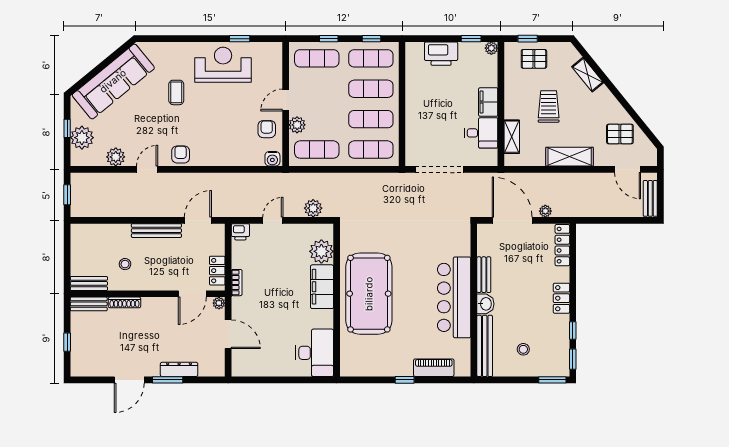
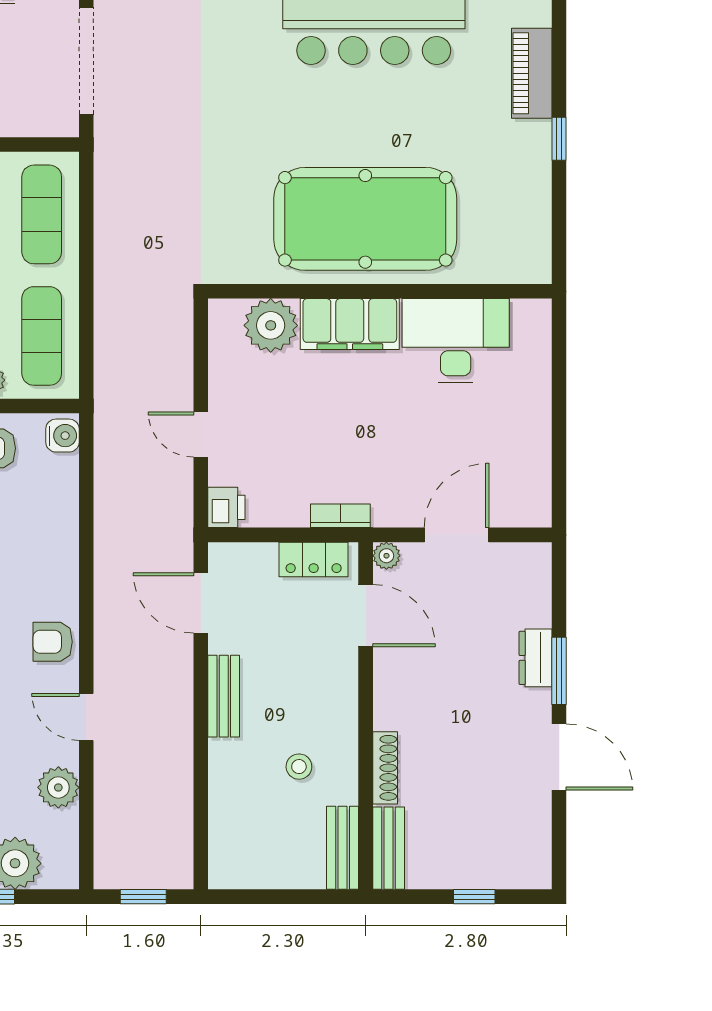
plant: (313, 208) -> (174, 344), removed
bench: (156, 231) -> (224, 696), width x0.73
desk: (315, 353) -> (456, 341), moved
dresser: (179, 369) -> (536, 658), width x0.70

